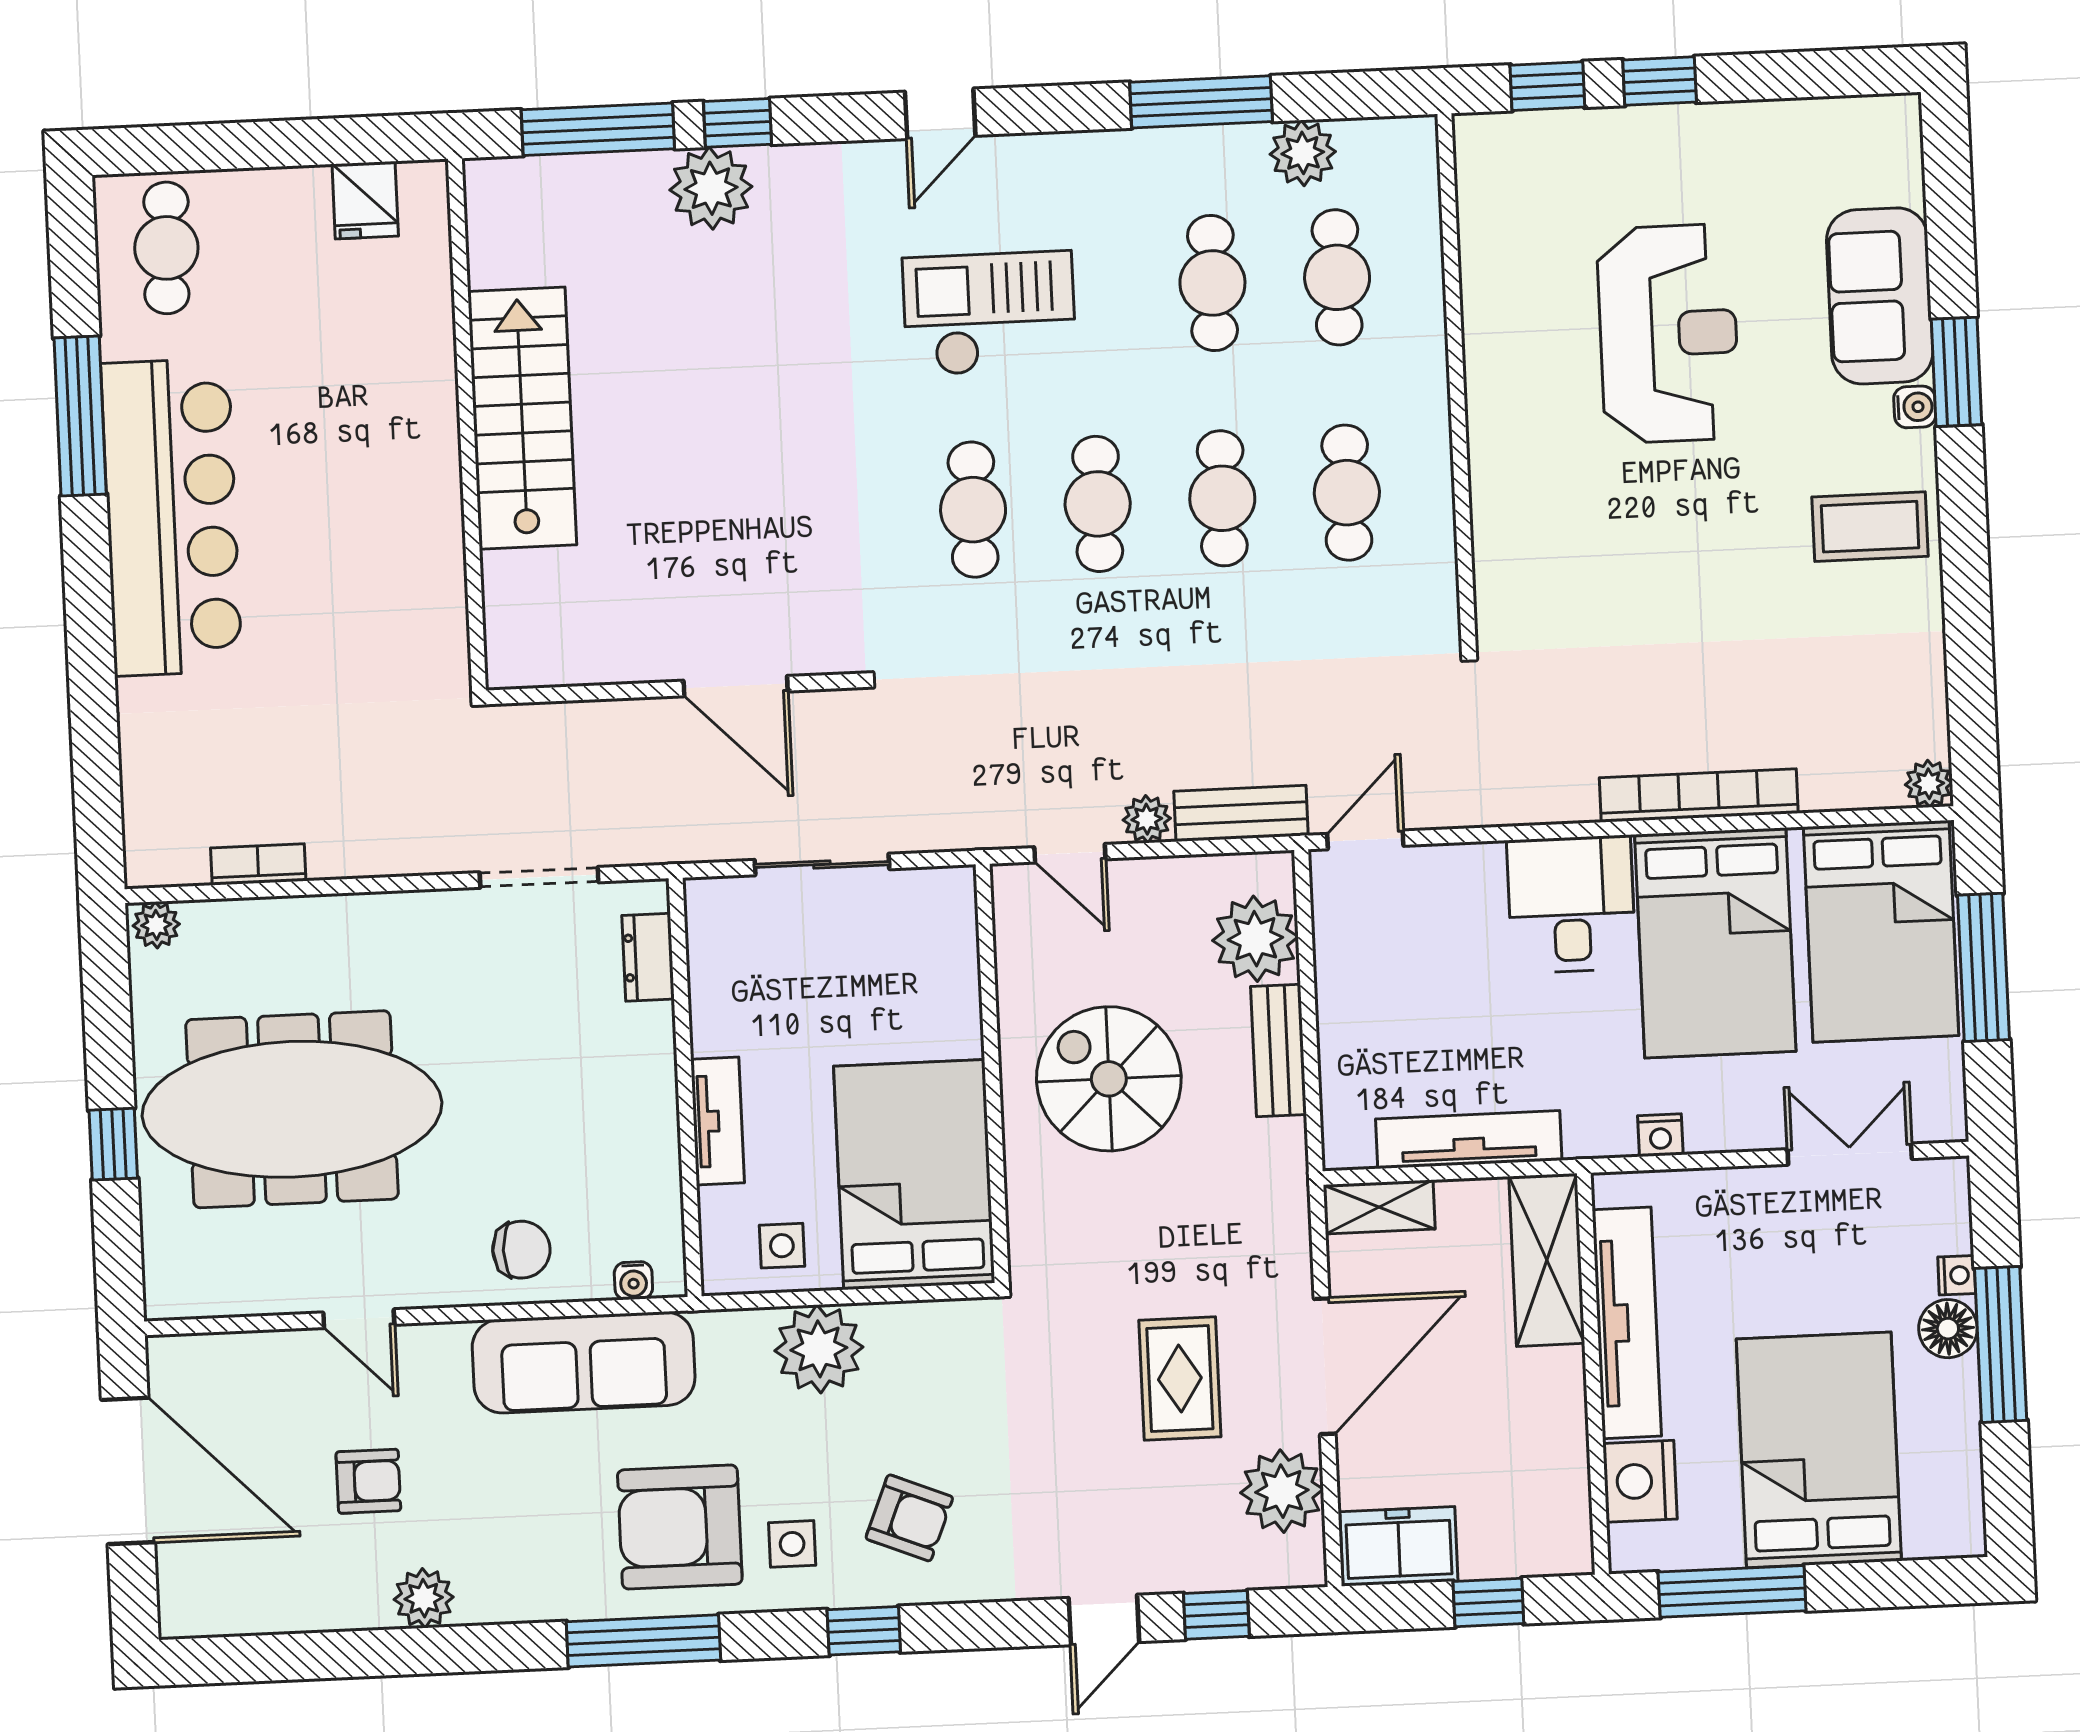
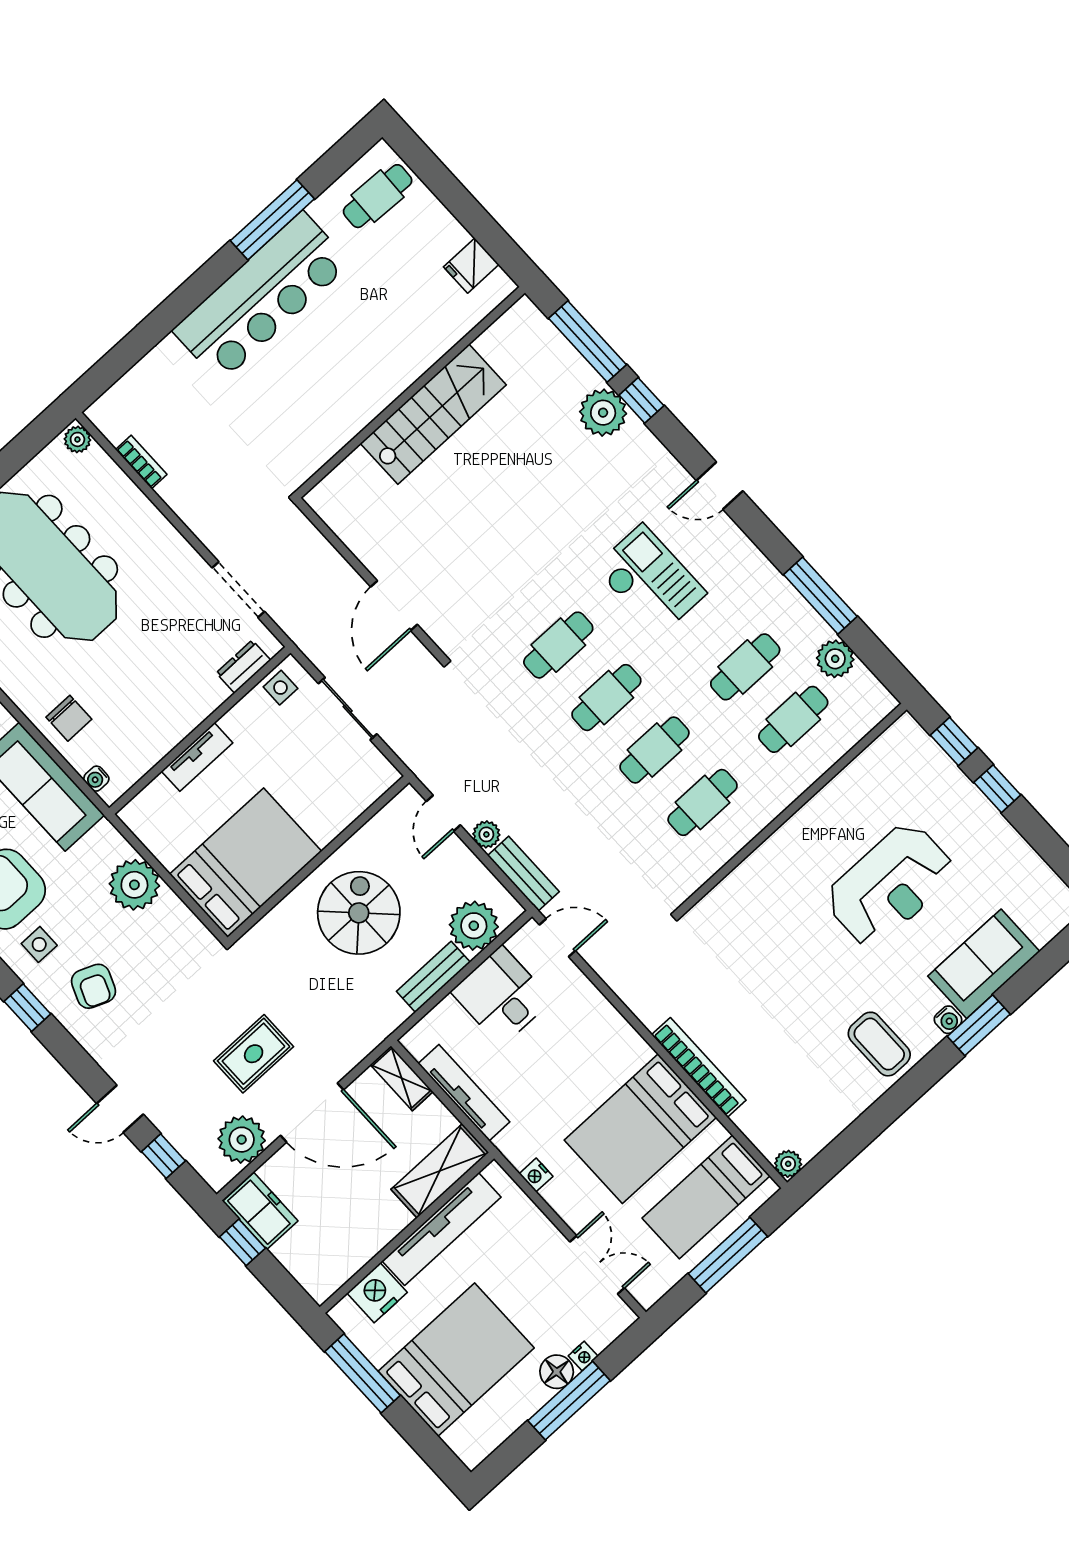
desk: (1571, 904) -> (501, 996), moved, turned -90
bed: (1881, 931) -> (706, 1197), width x0.67
side table: (782, 1246) -> (280, 688), moved
window: (1488, 1602) -> (242, 1242), moved

